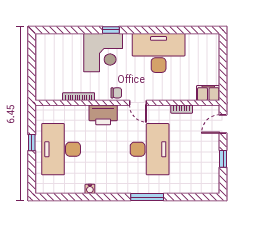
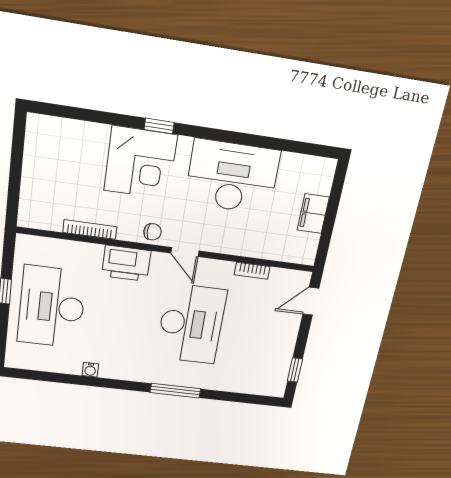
filing cabinet: (208, 93) -> (313, 214), moved, turned -90
window: (223, 159) -> (295, 370), moved

